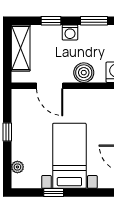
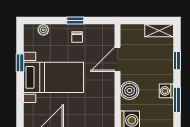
washing machine: (70, 32) -> (166, 91), moved
shelving: (21, 48) -> (159, 31), width x0.67, depth x0.75
chair: (25, 130) -> (77, 37), added

